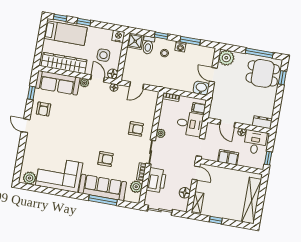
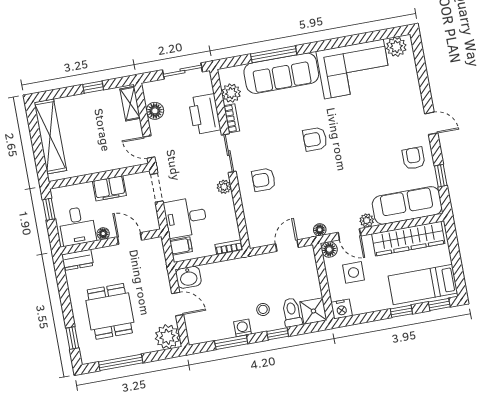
dining table: (263, 73) -> (110, 311), moved, turned 90
armchair: (106, 159) -> (315, 139), moved

